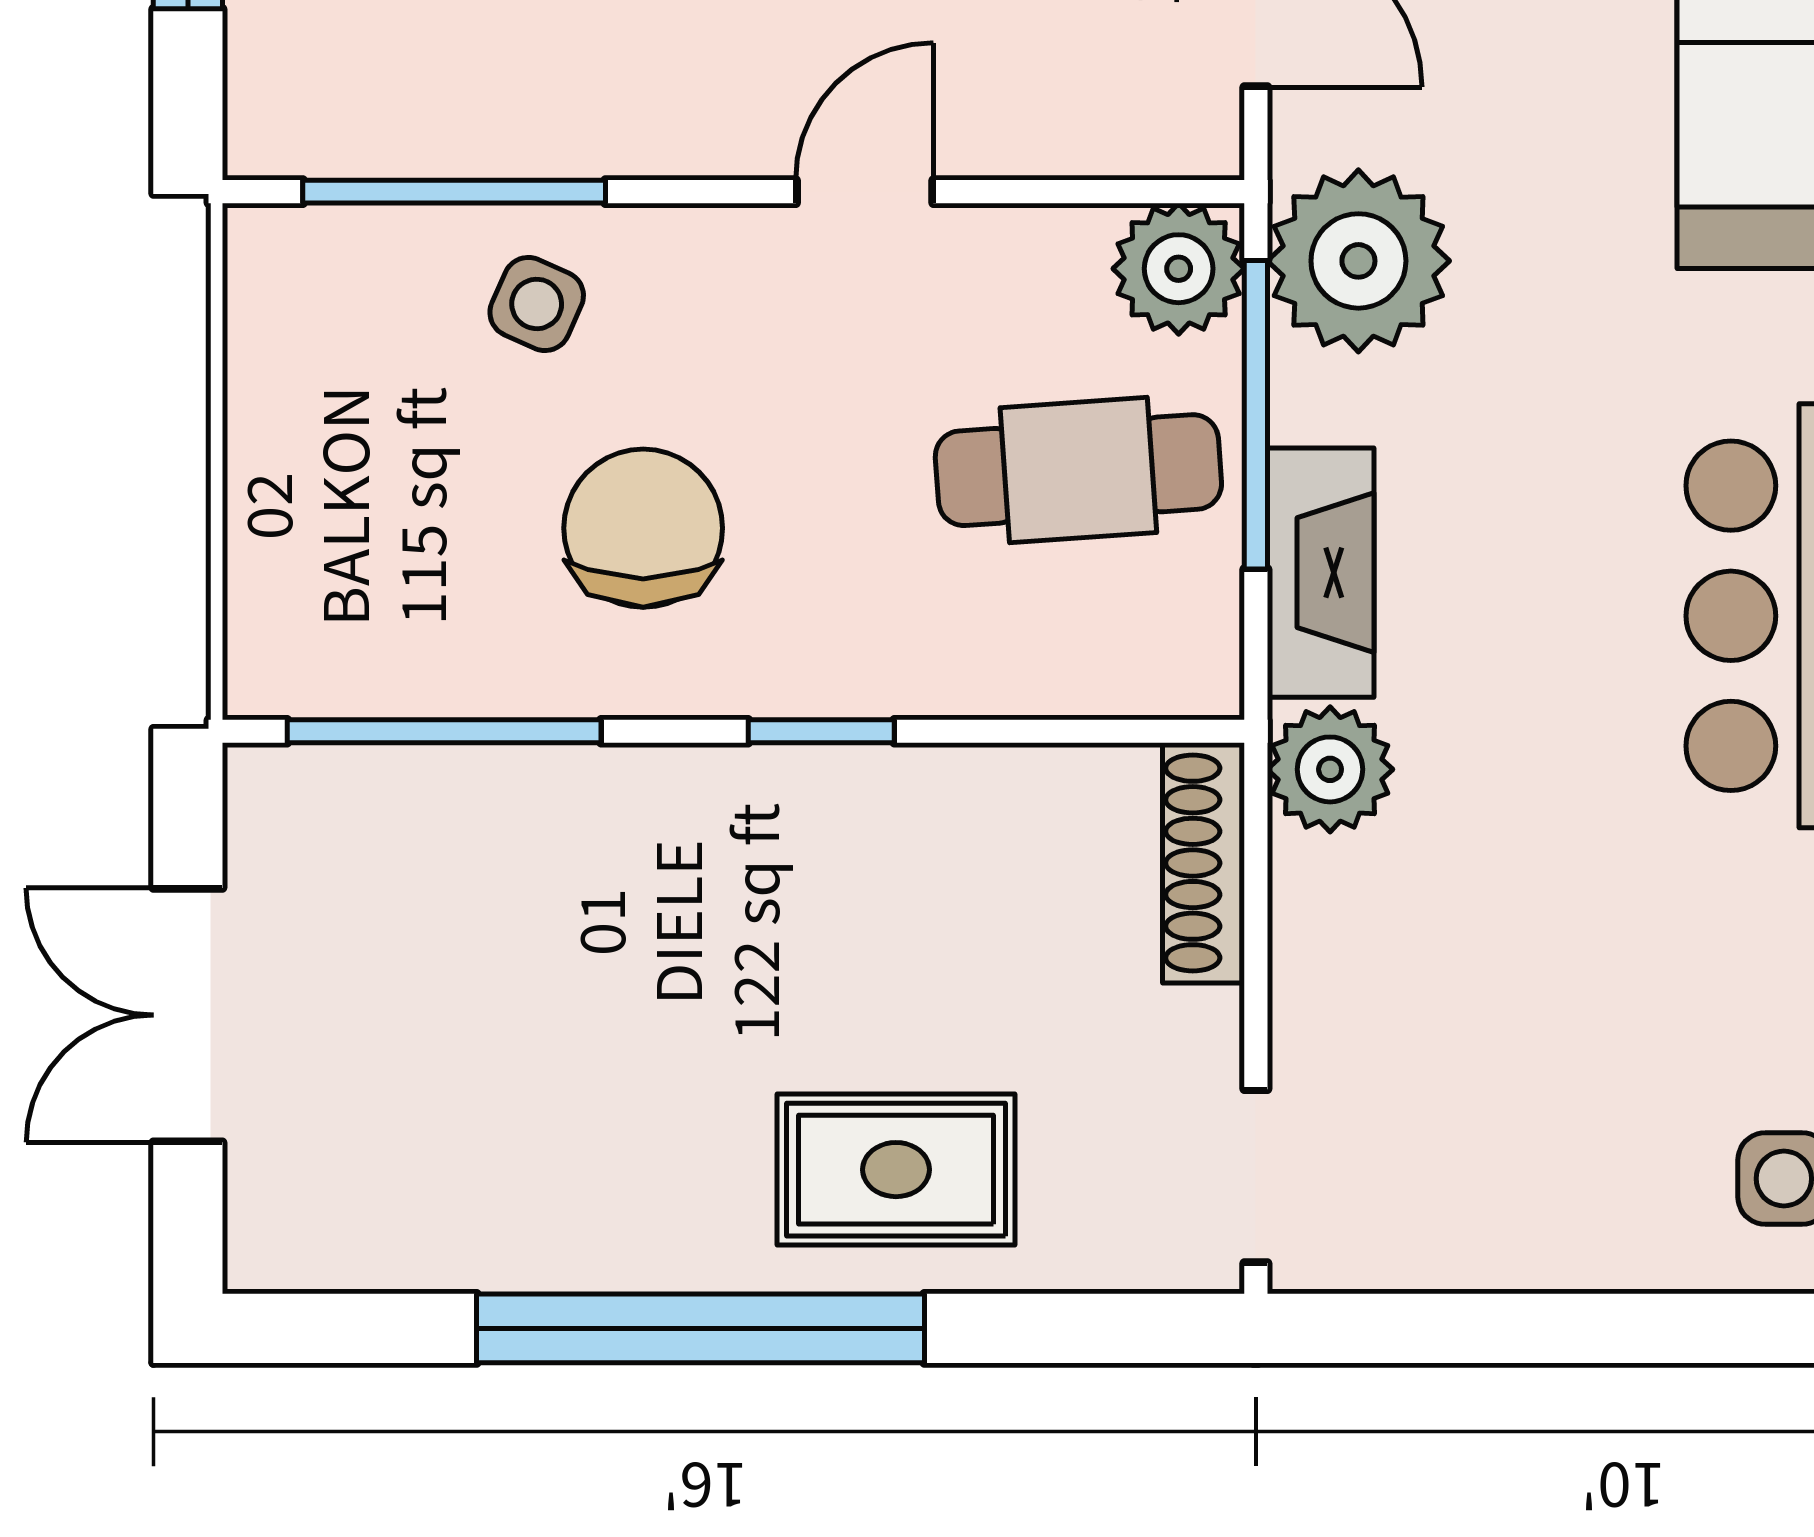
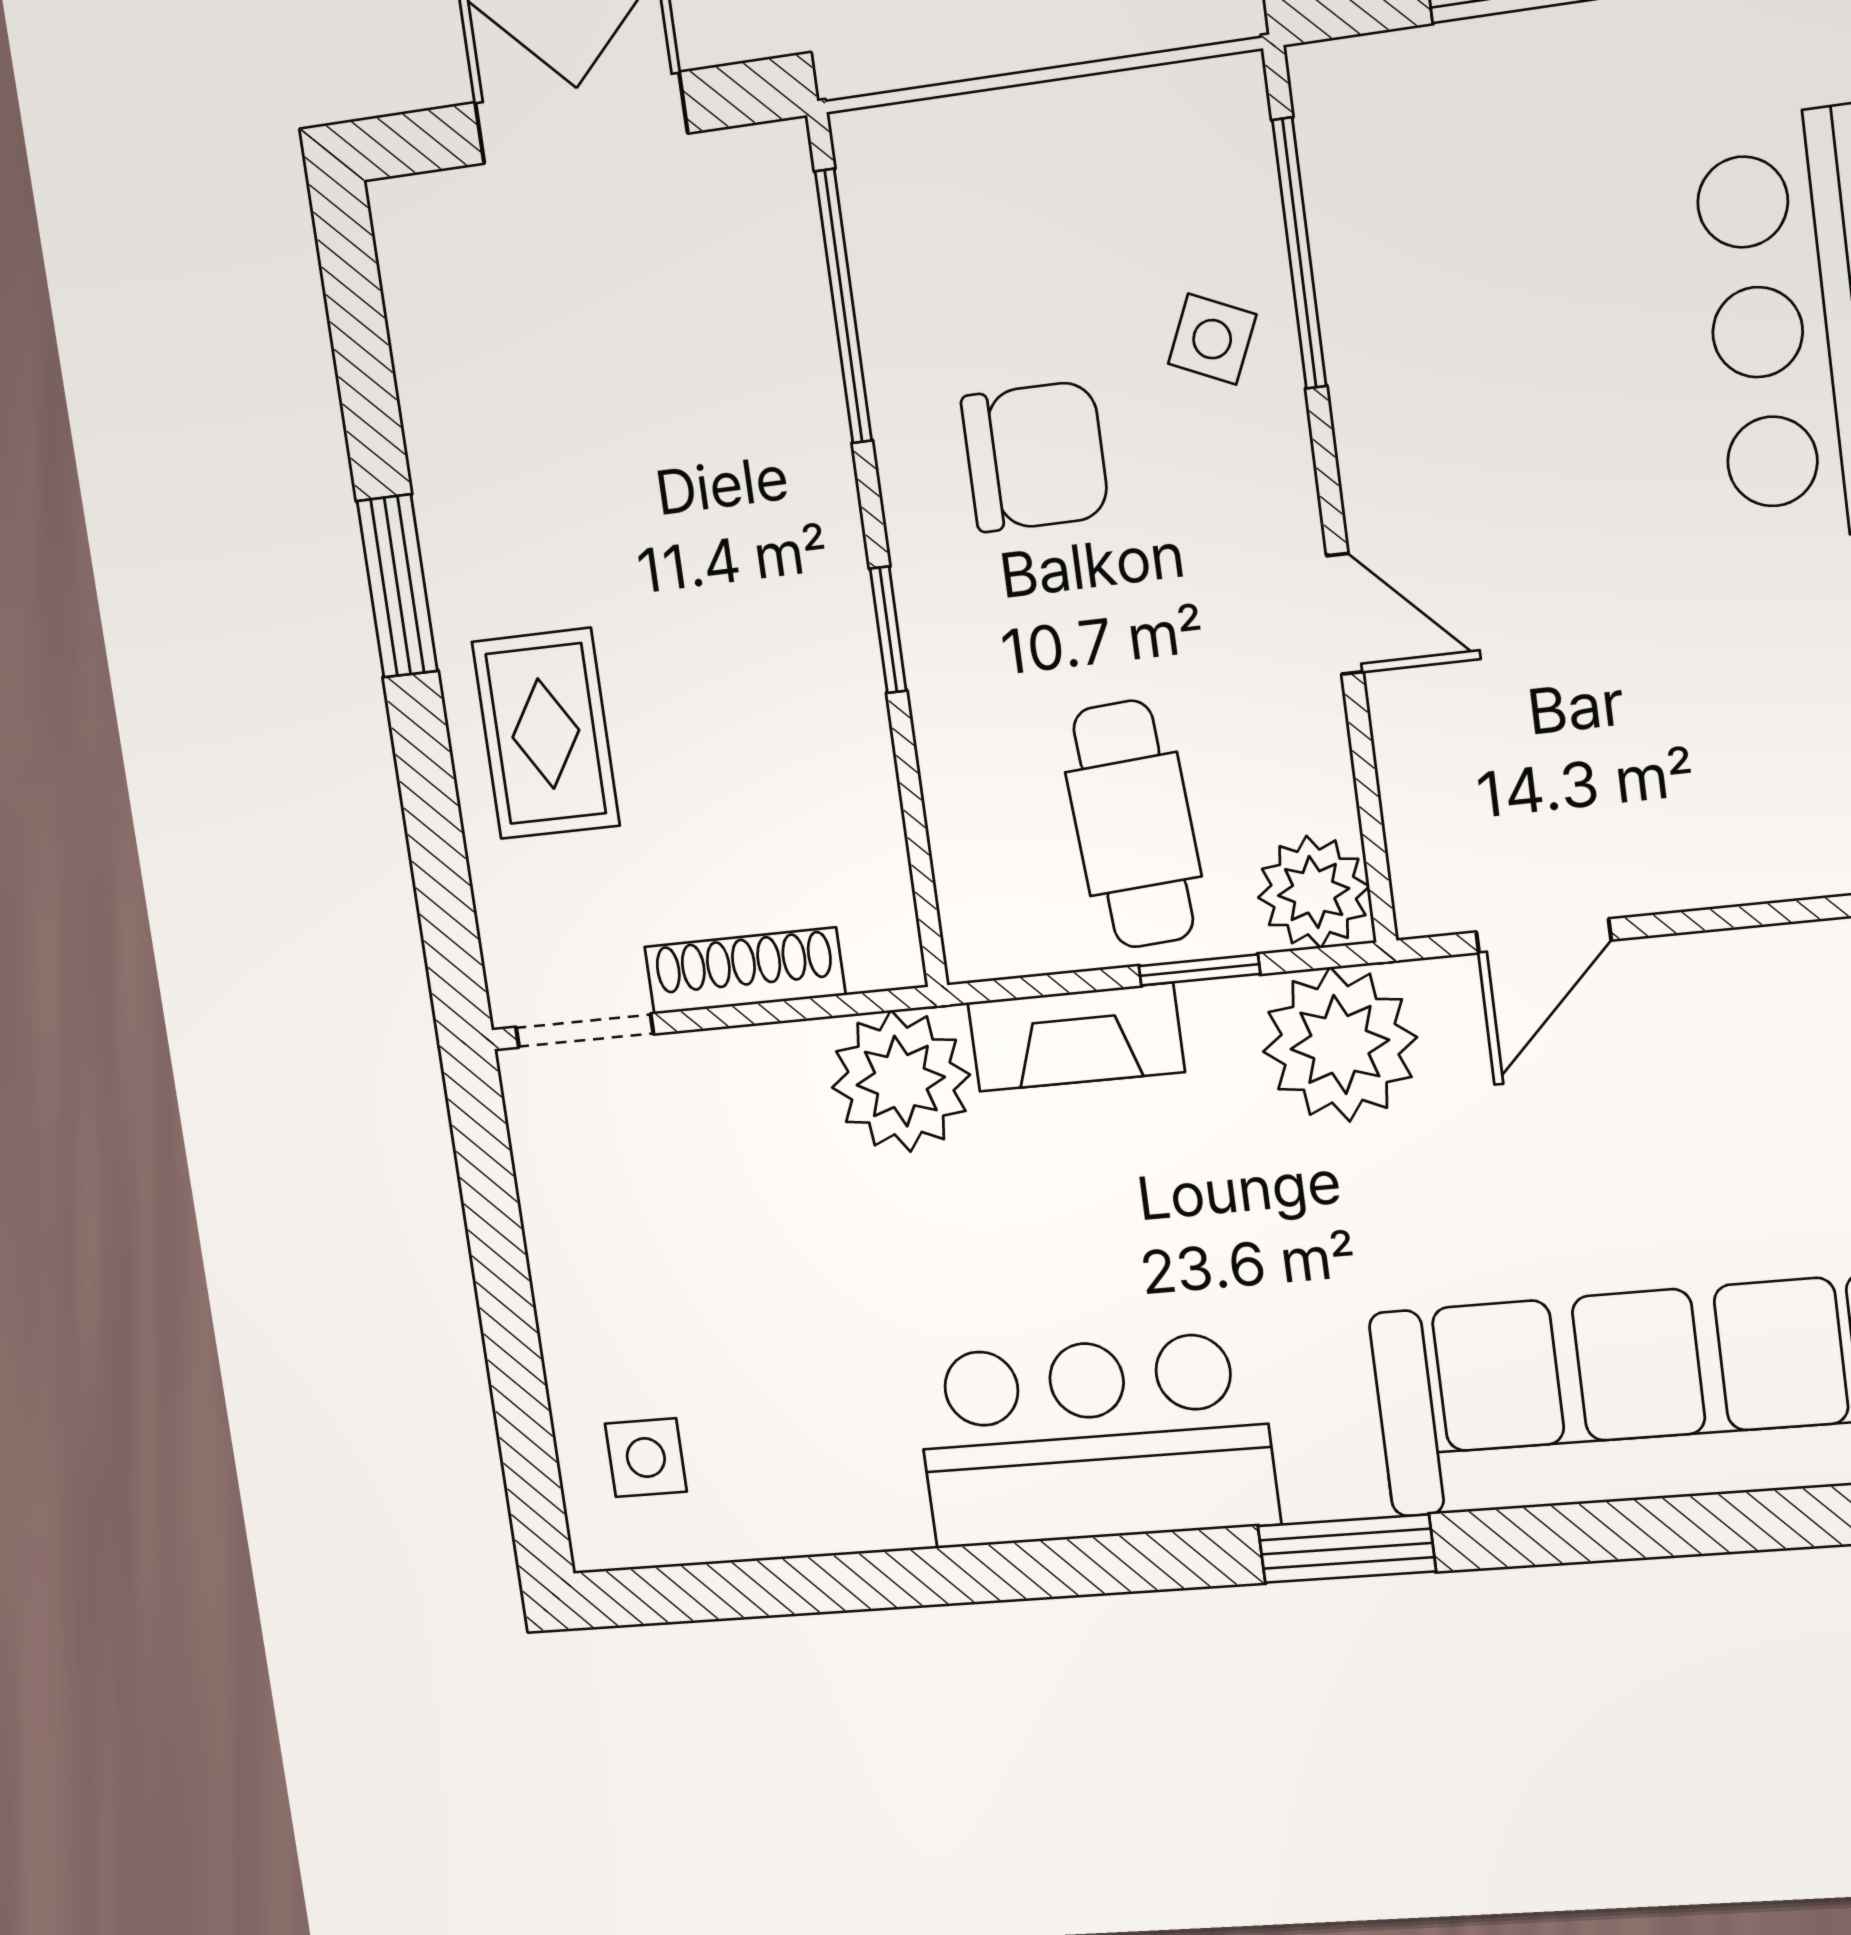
window: (1256, 415) -> (1199, 970), width x0.46
plant: (1330, 769) -> (901, 1081), width x1.36, depth x1.36
shoe rack: (1203, 863) -> (745, 971), moved
window: (700, 1328) -> (397, 586), width x0.47

